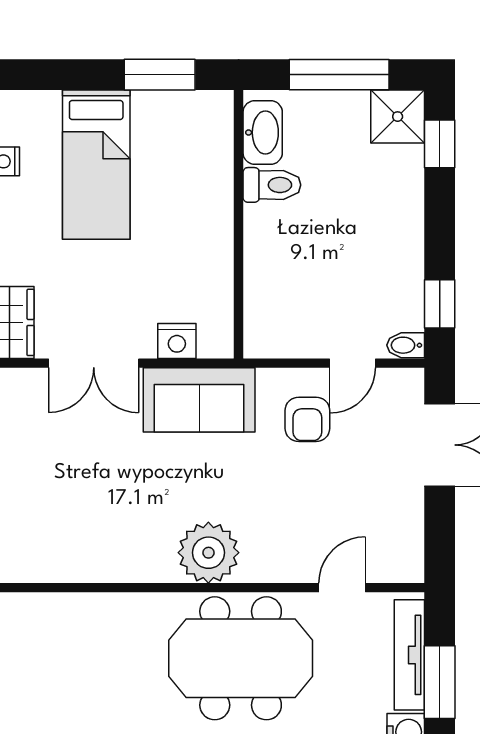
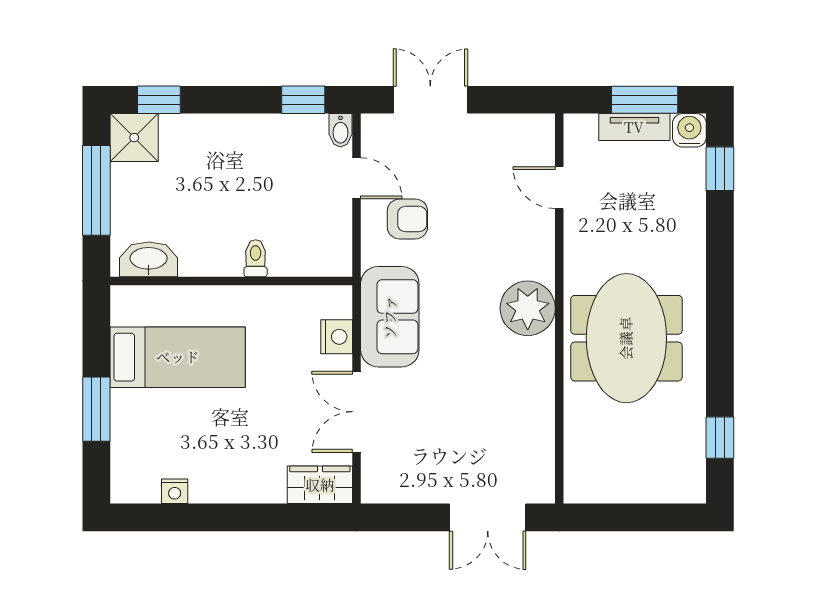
window: (160, 75) -> (96, 409), moved
bed: (96, 165) -> (178, 357), moved
toilet: (272, 185) -> (256, 258), moved, width x0.73, depth x0.72
double door: (94, 363) -> (357, 412), swing flipped
tv unit: (409, 655) -> (634, 127), width x0.71
meeting table: (241, 658) -> (626, 338), moved

